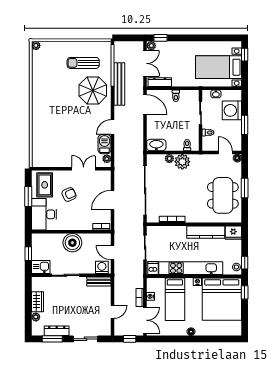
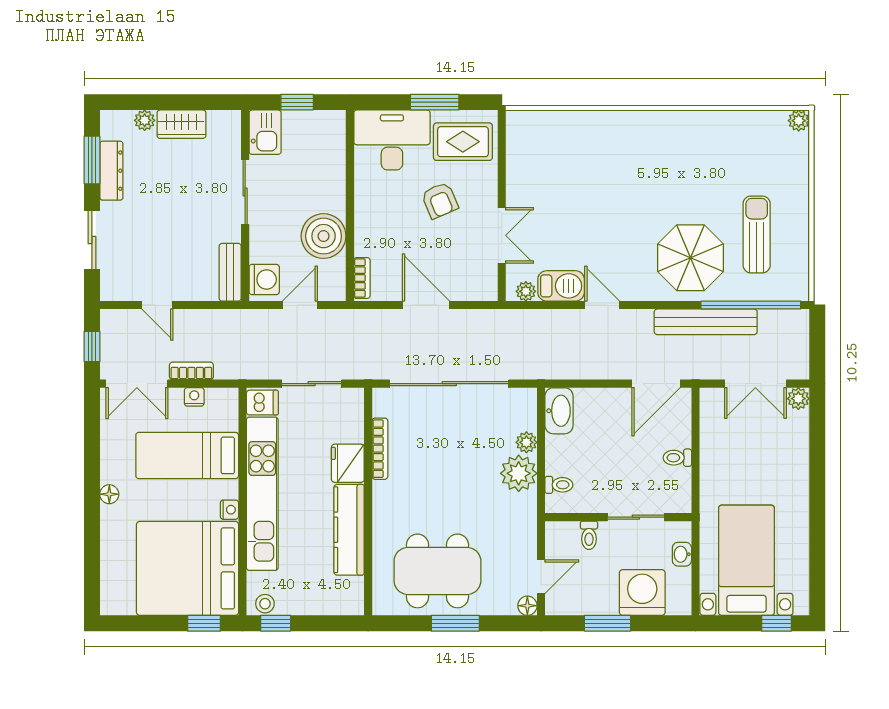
window: (161, 38) -> (817, 421), removed
dresser: (160, 82) -> (710, 419), removed
fridge: (233, 233) -> (348, 463), moved
boiler: (72, 243) -> (324, 236), moved

